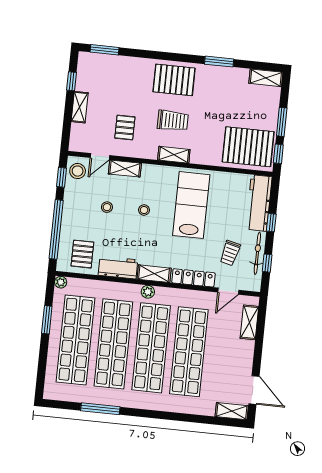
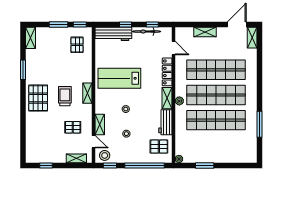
window: (104, 50) -> (23, 146), removed
shelving: (80, 107) -> (76, 158), moved
pallet: (248, 147) -> (77, 45), width x0.49, depth x0.50
trolley: (230, 253) -> (148, 49), removed
shelving: (249, 322) -> (205, 32), moved
shop shelf: (76, 340) -> (216, 145), removed

